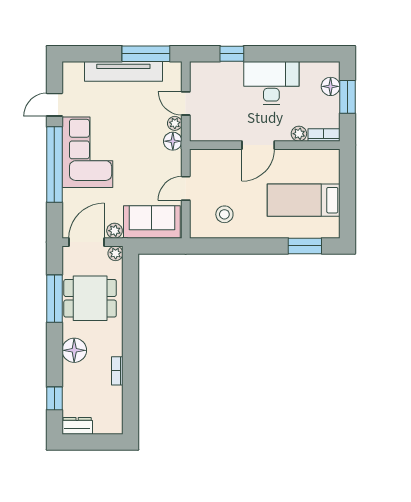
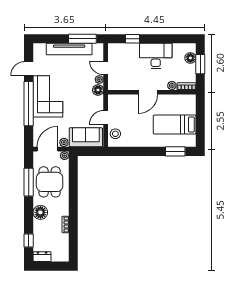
stool: (224, 214) -> (115, 134), moved
dining table: (90, 298) -> (50, 182), turned 90

